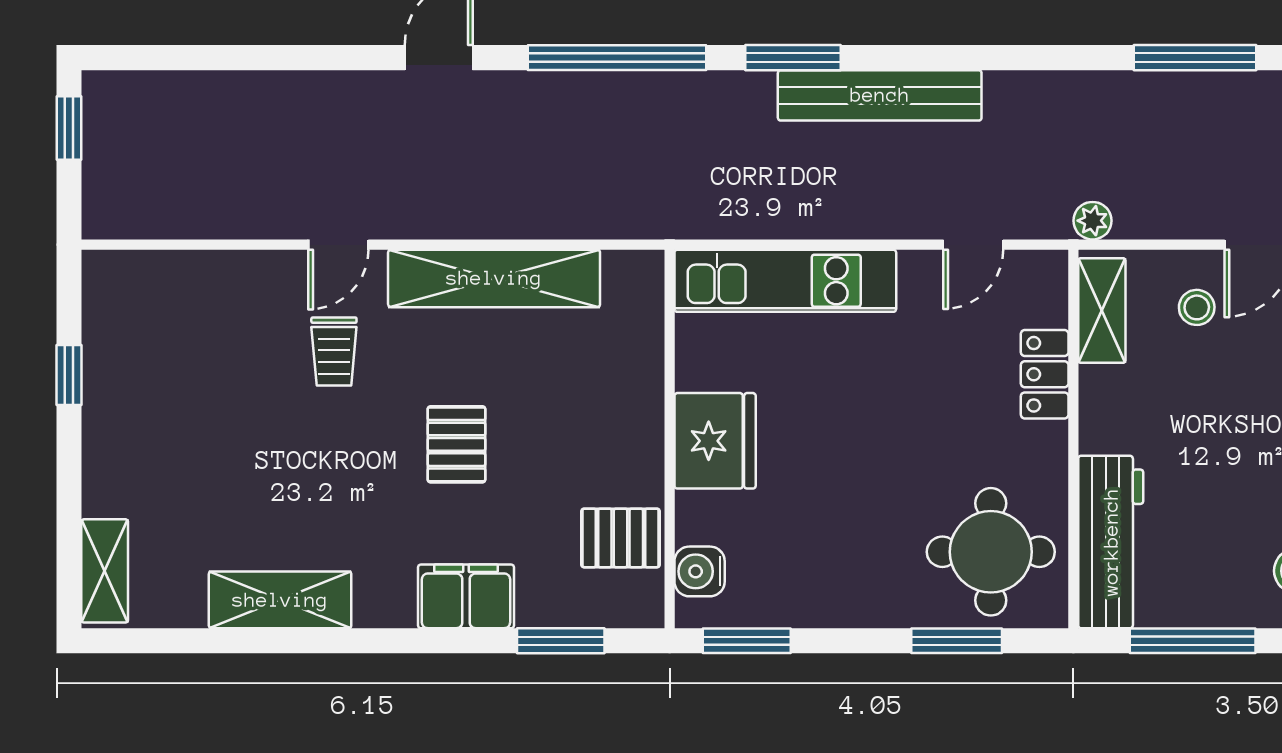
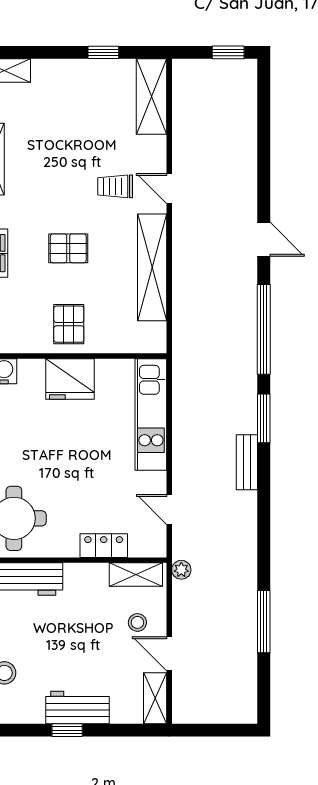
bench: (880, 95) -> (247, 462), width x0.54, depth x0.82
shelving: (156, 279) -> (152, 97), added
pallet: (621, 538) -> (69, 324), moved

